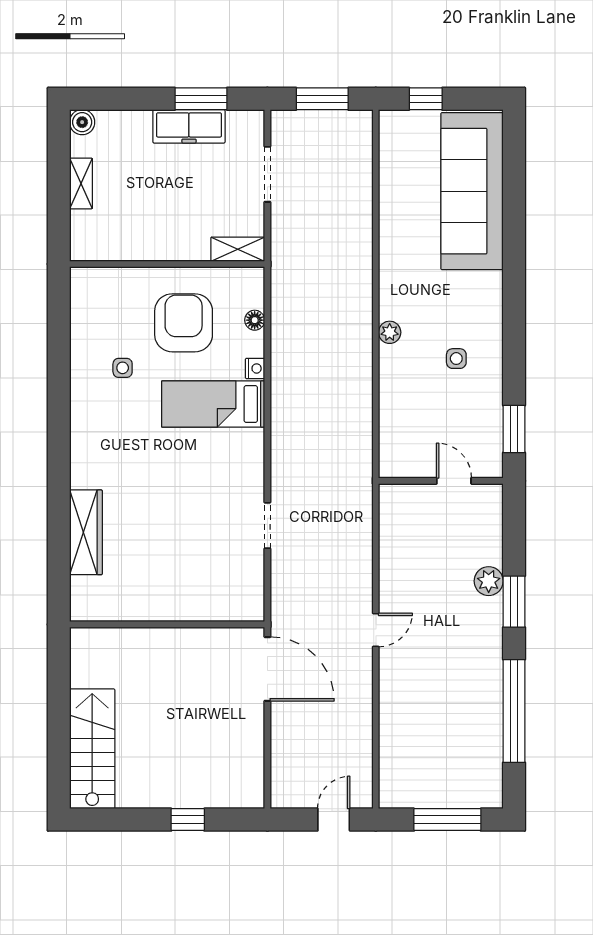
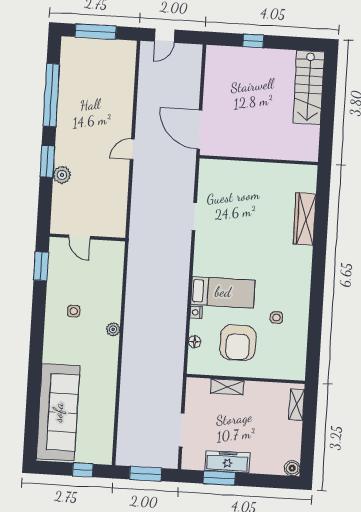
shelving: (81, 183) -> (297, 405), moved
shelving: (238, 249) -> (227, 387), moved

